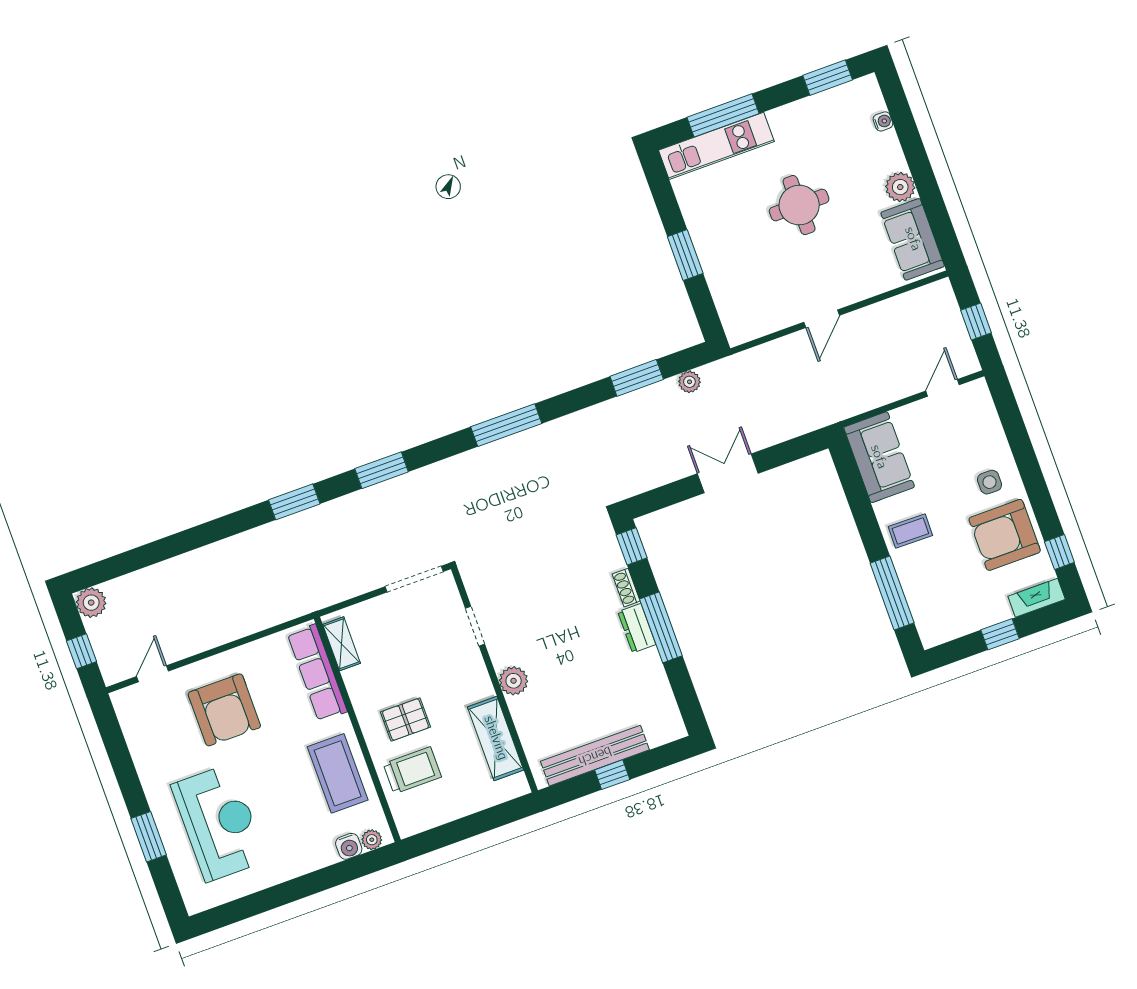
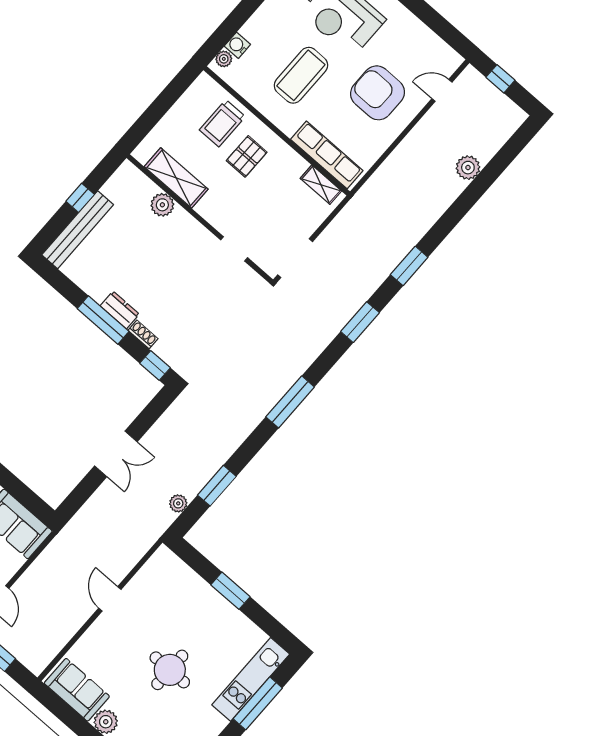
plant: (91, 603) -> (468, 168), moved
door: (153, 674) -> (442, 90), swing flipped
plant: (514, 681) -> (162, 205), moved
bench: (595, 756) -> (78, 230), moved
coffee table: (338, 773) -> (301, 75), moved, turned 90

